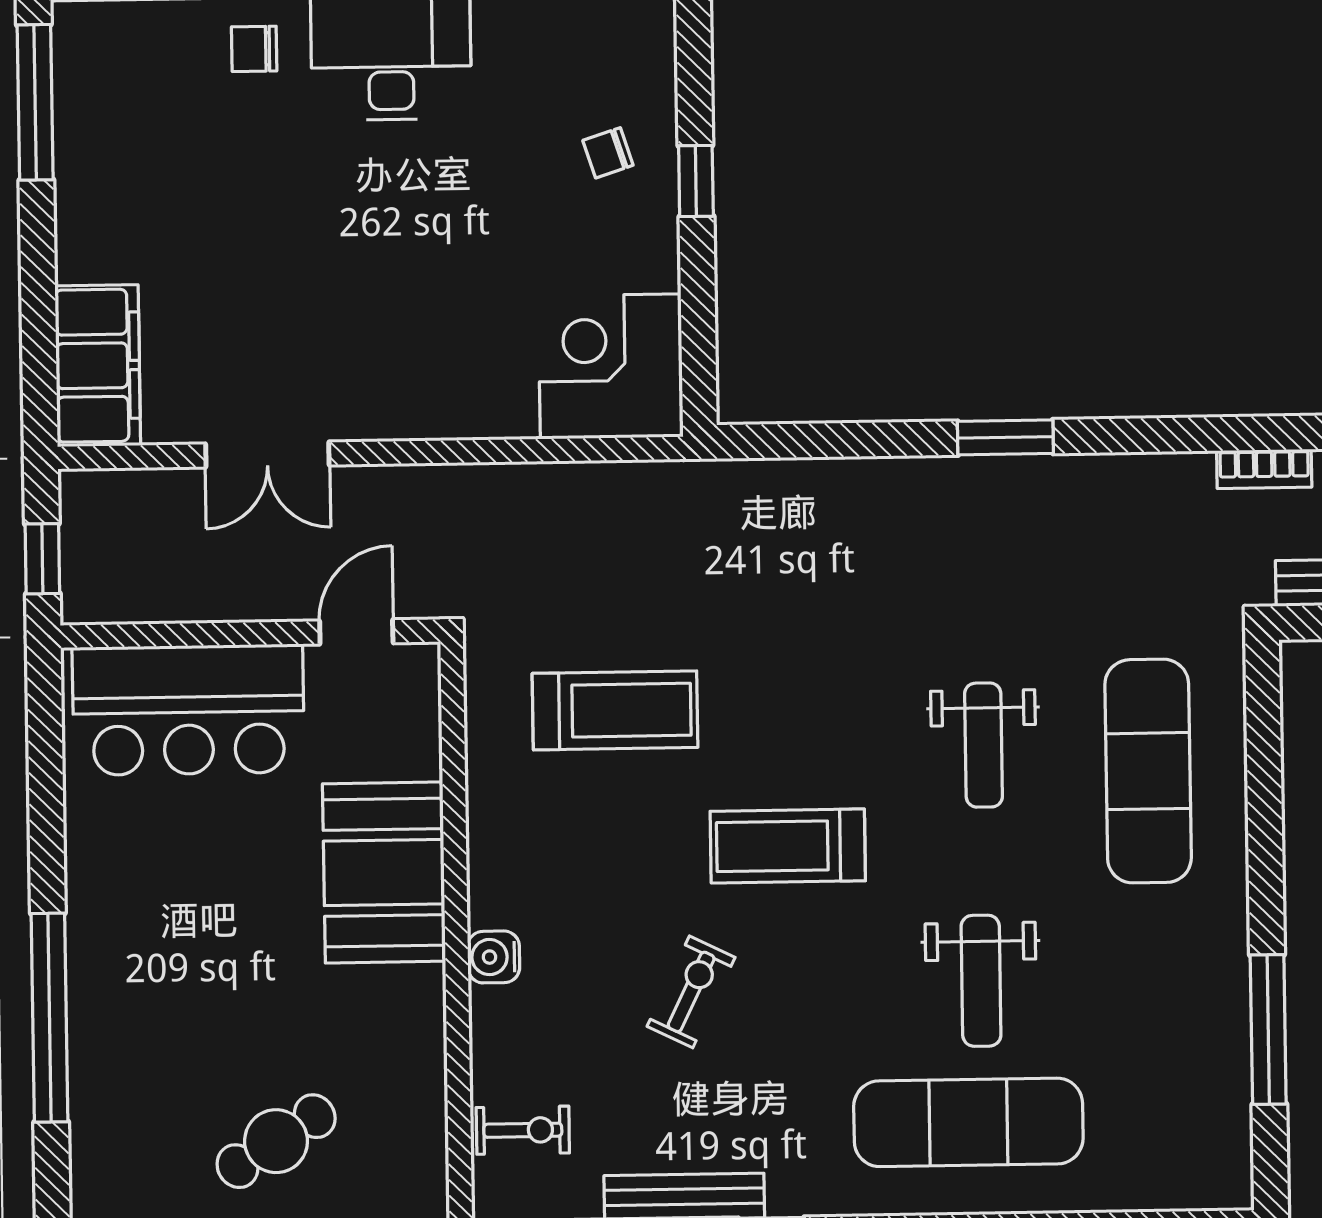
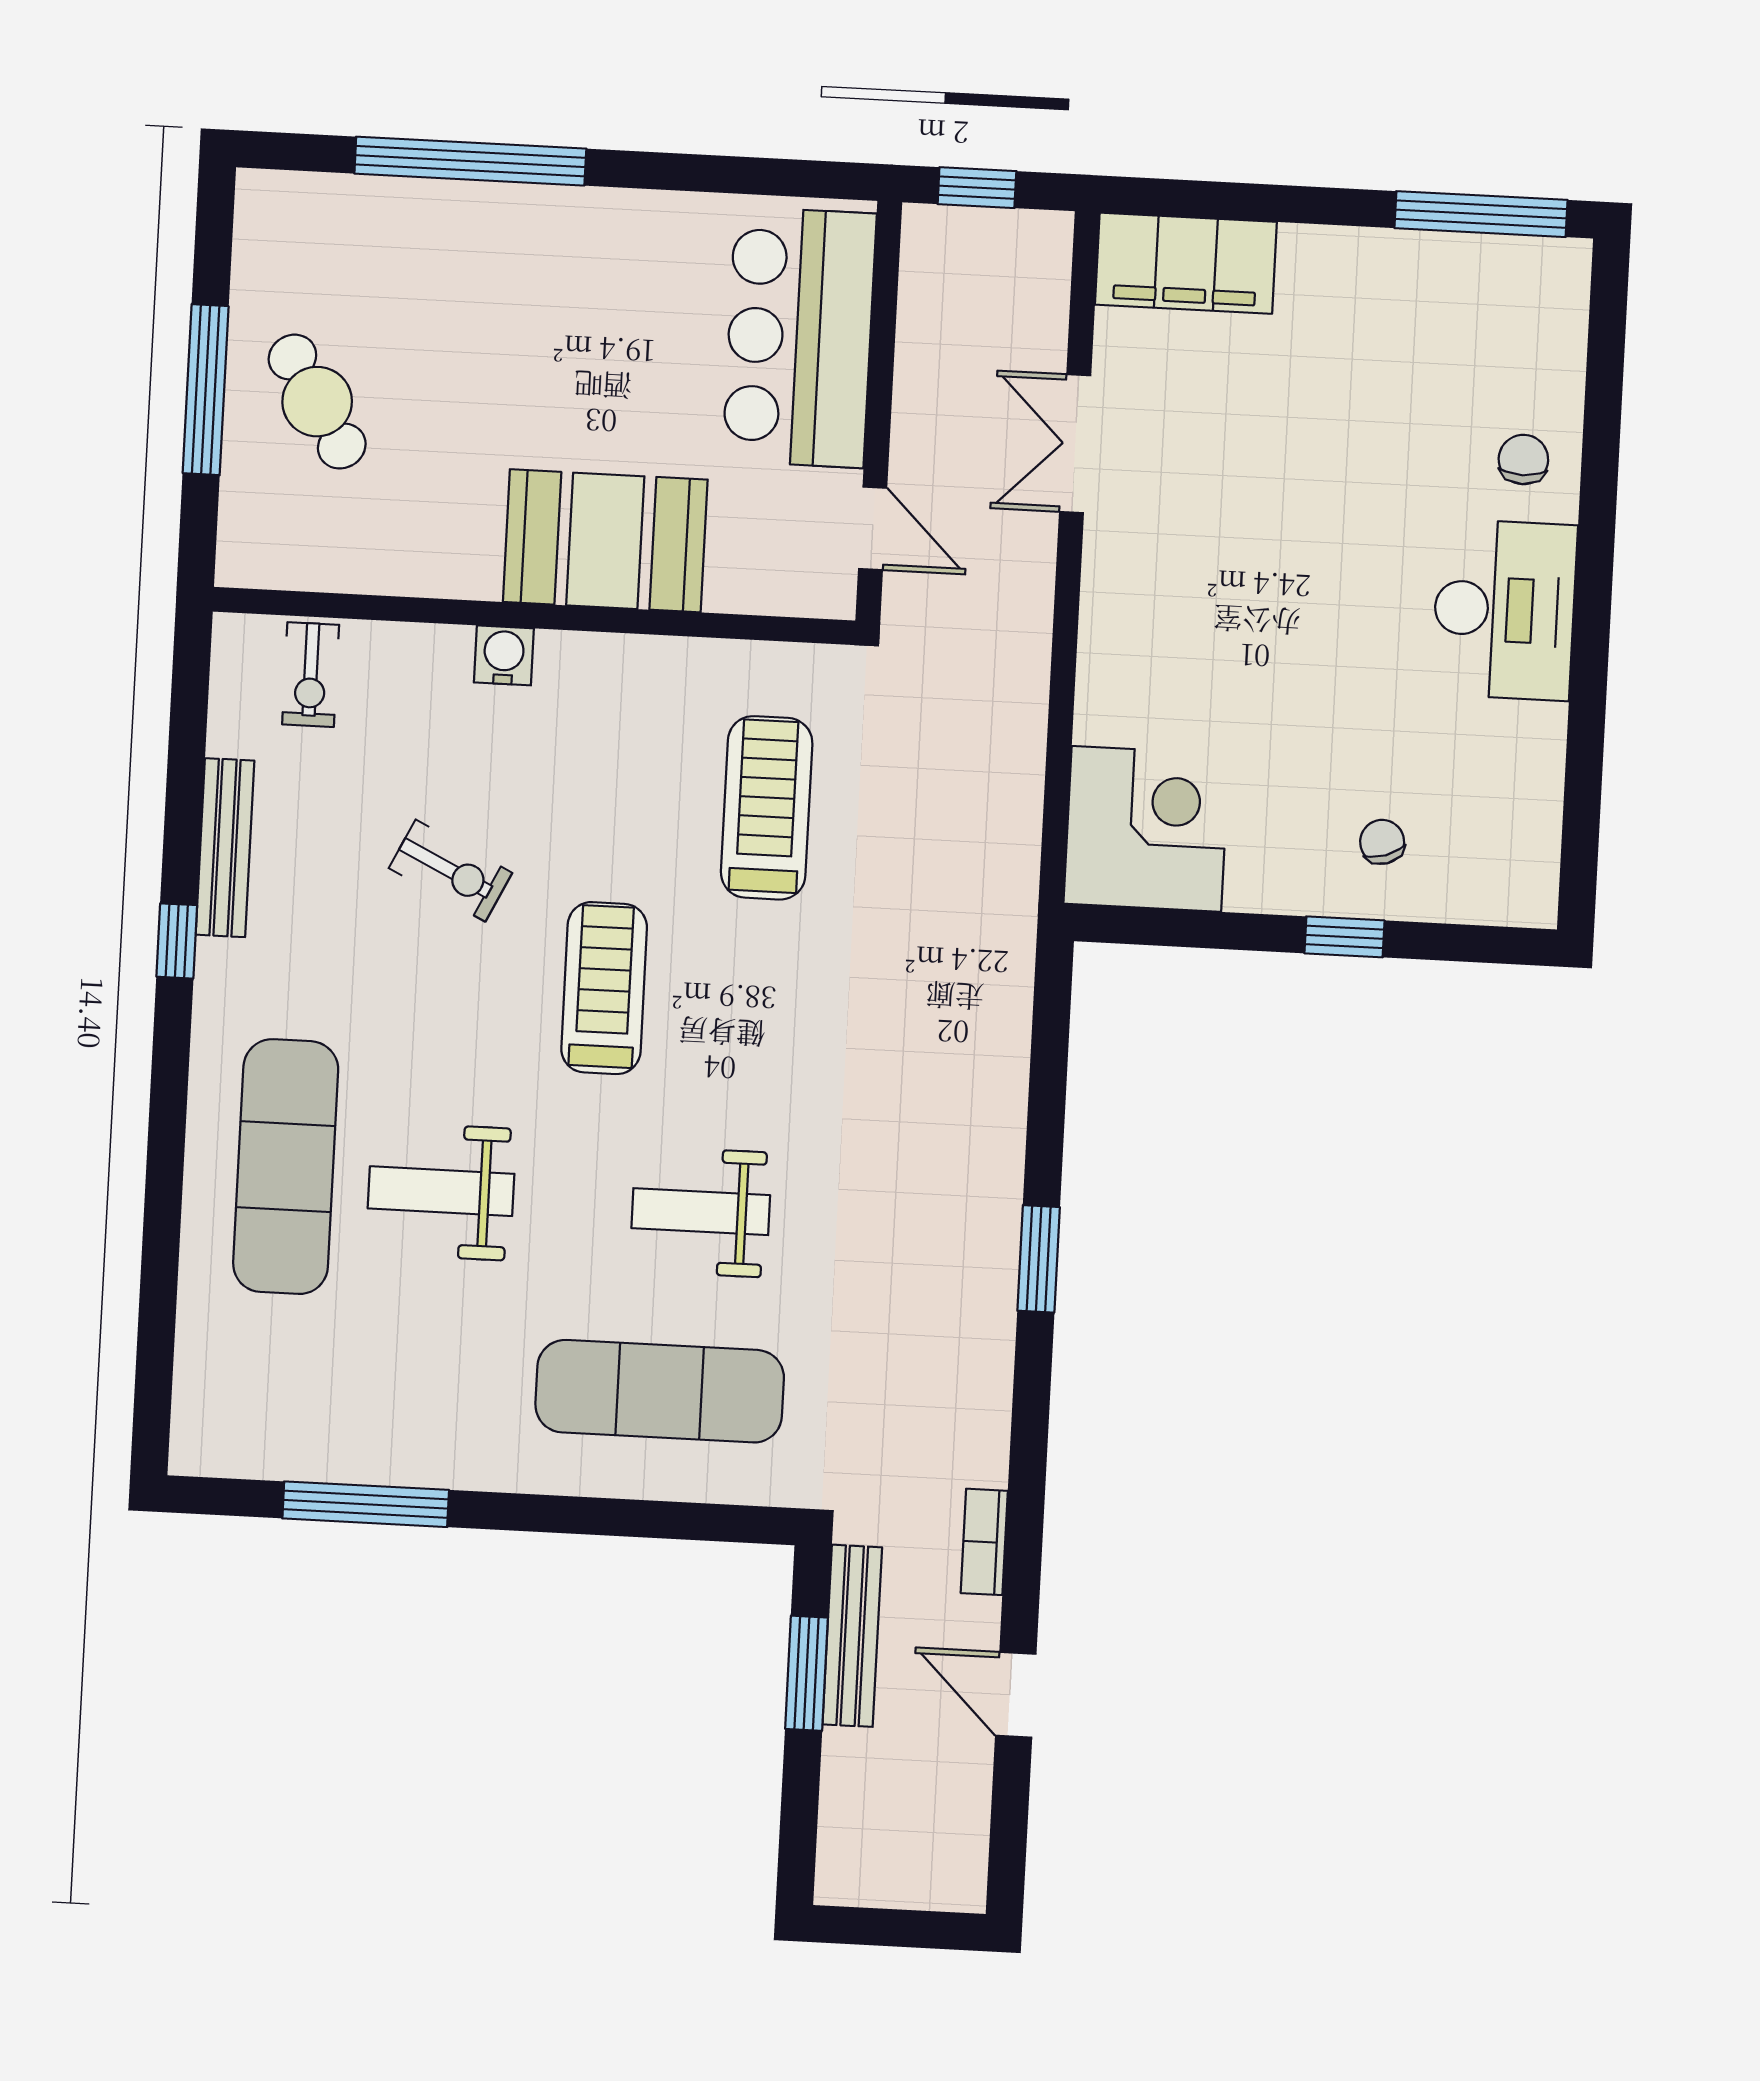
treadmill: (615, 710) -> (767, 808), turned 180

